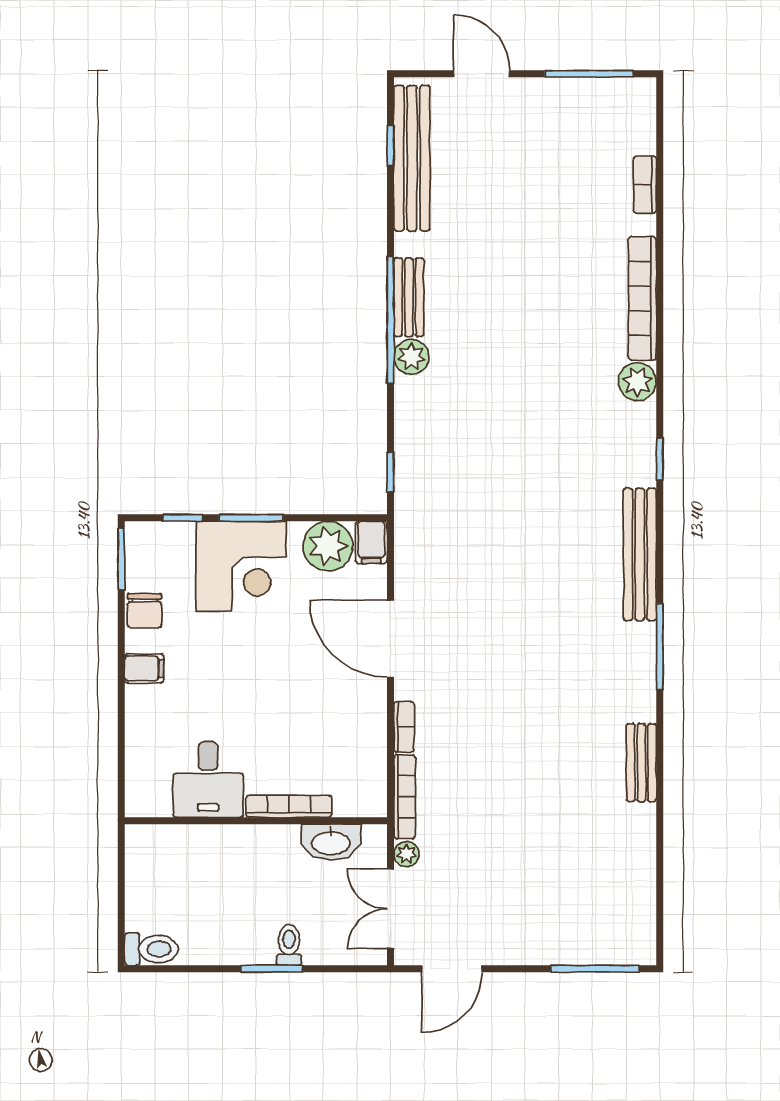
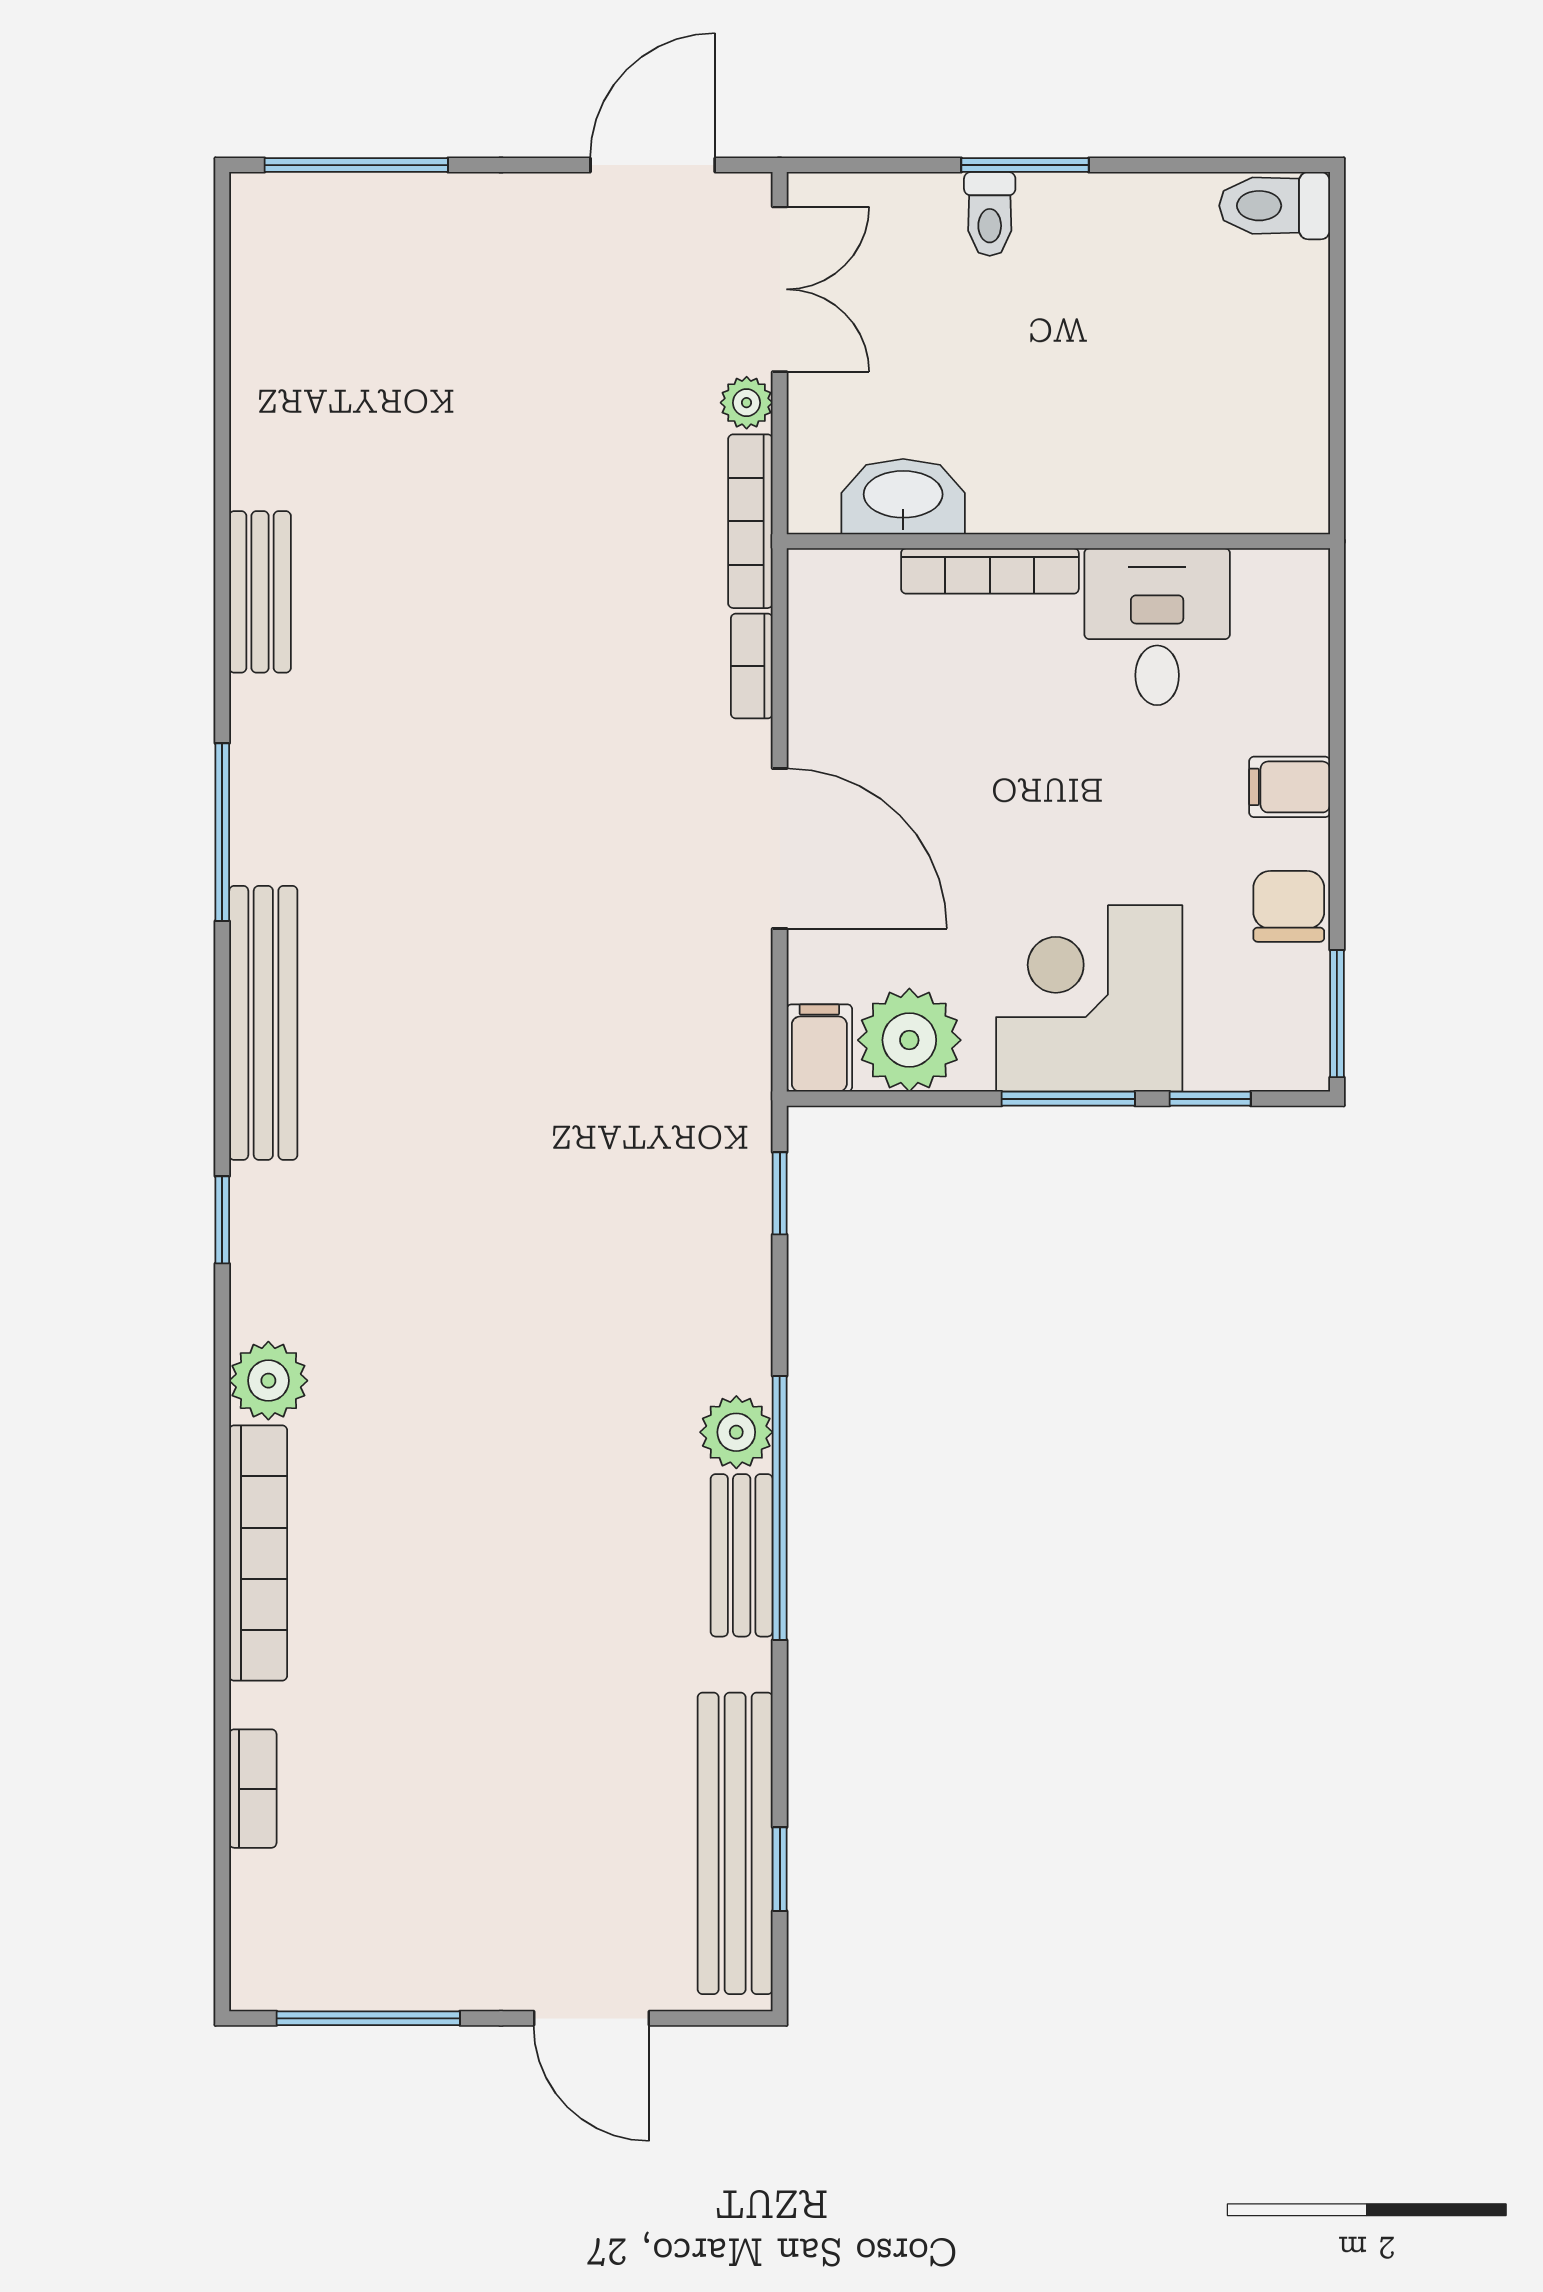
desk: (208, 779) -> (1157, 627), moved
bookcase: (289, 806) -> (990, 571), moved
wall: (256, 821) -> (1058, 541), moved
washbasin: (331, 842) -> (903, 497), moved

